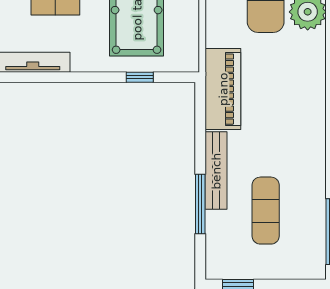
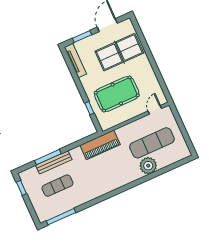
bench: (216, 171) -> (54, 162), moved

